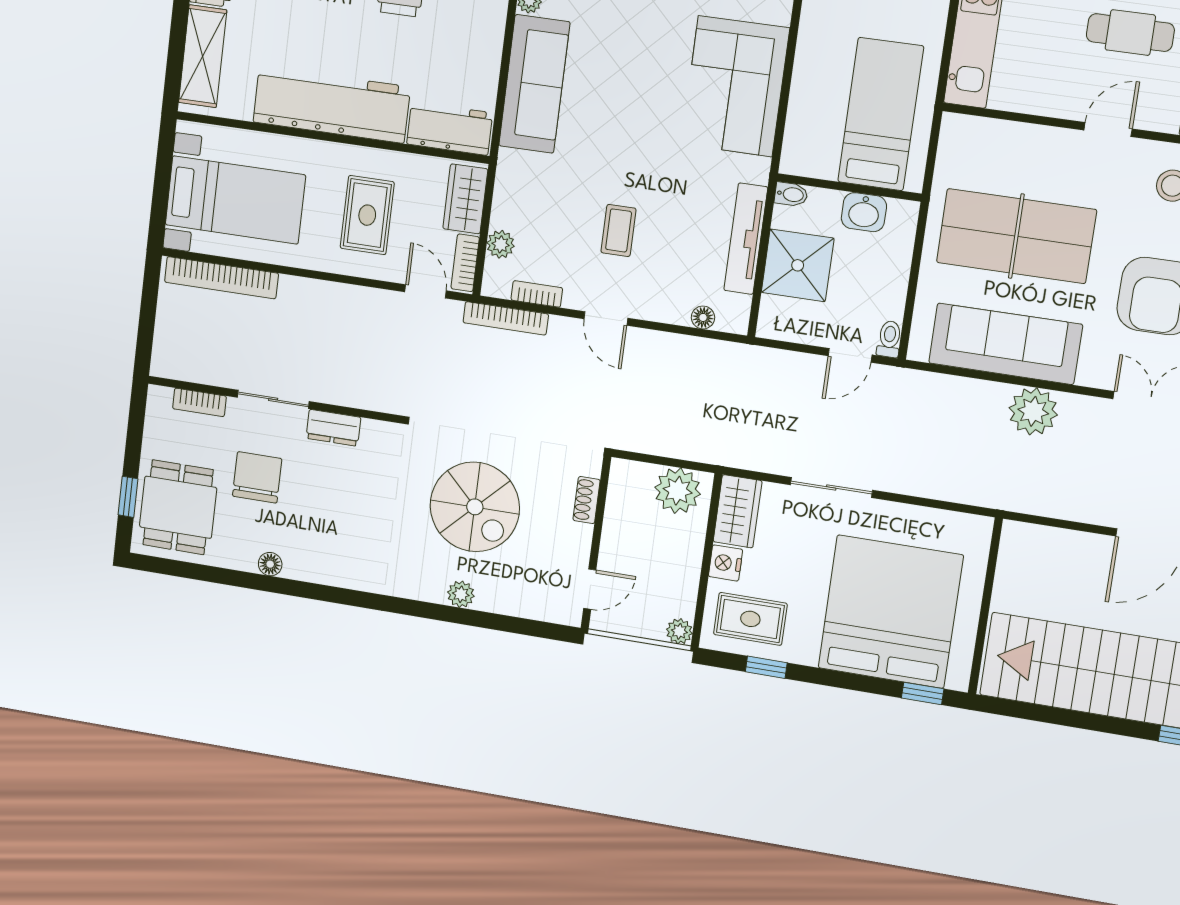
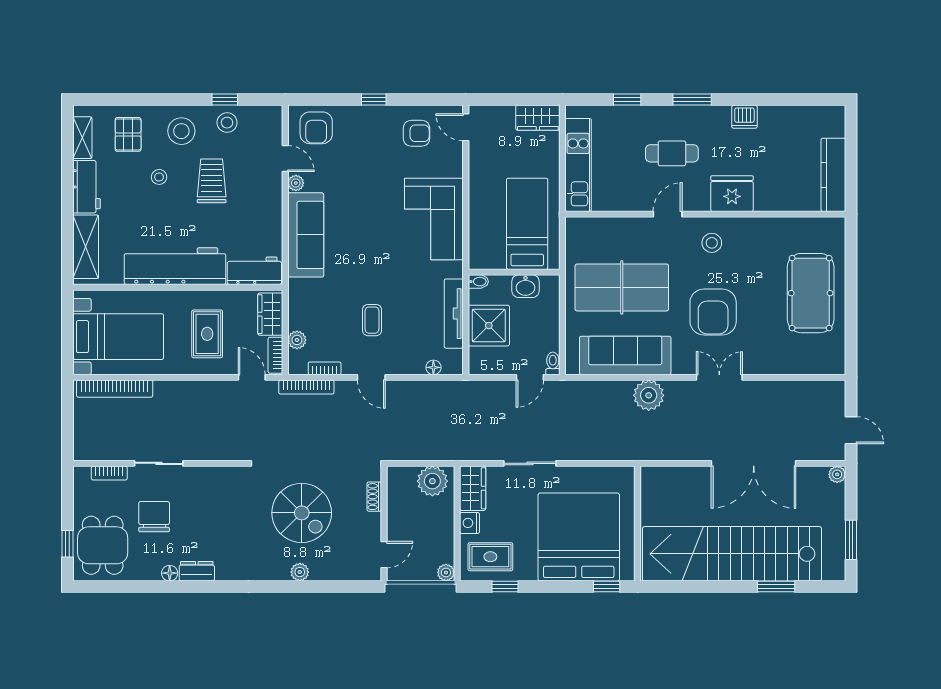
dresser: (333, 428) -> (197, 571), moved, turned 180

